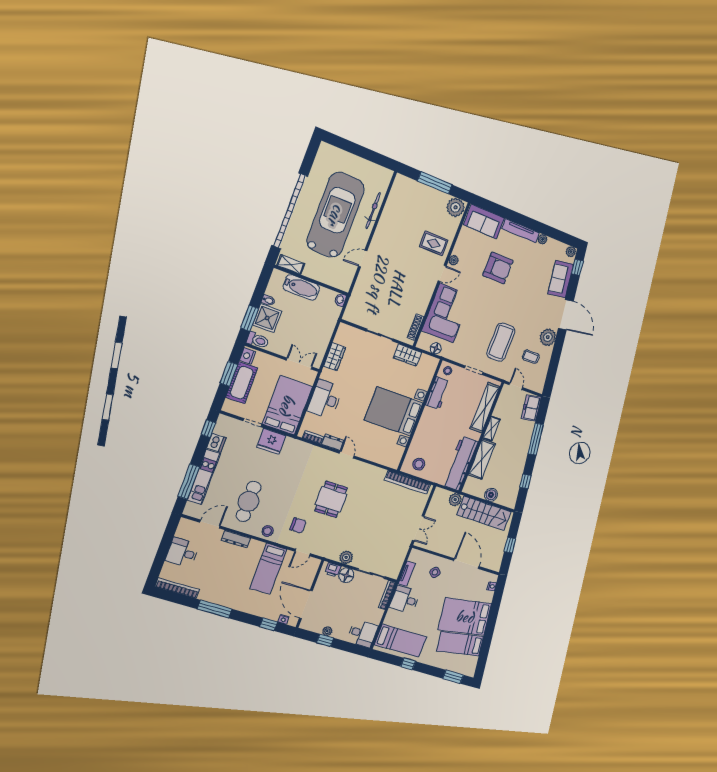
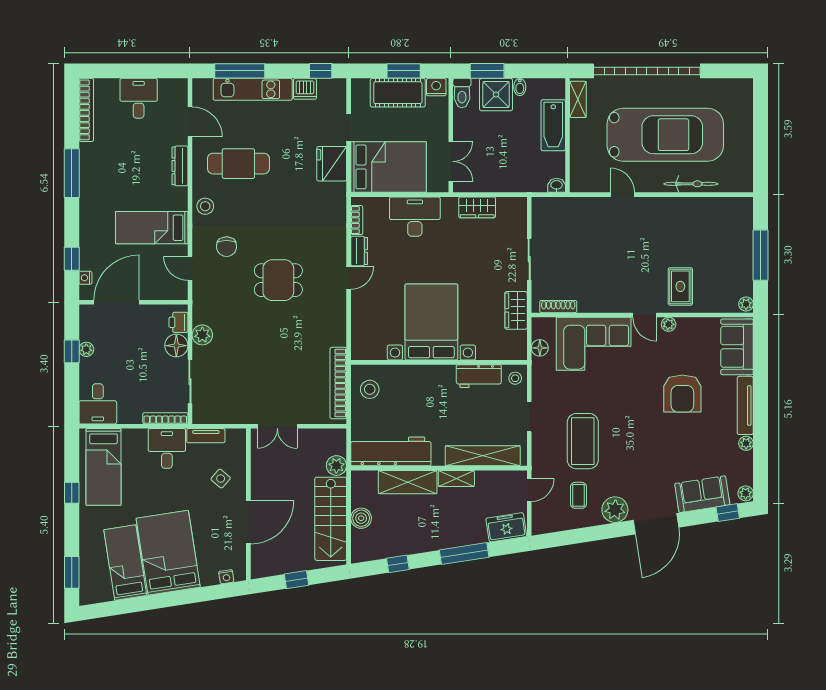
plant: (455, 207) -> (746, 304), width x0.53, depth x0.53
coffee table: (501, 342) -> (583, 441), turned 90

